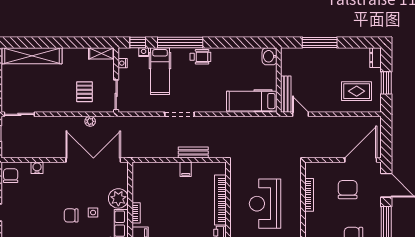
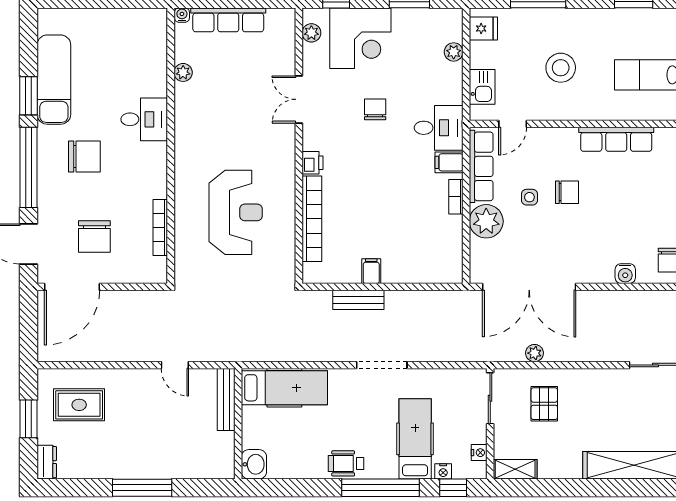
washbasin: (270, 56) -> (254, 464), moved
wall: (279, 80) -> (238, 424), moved
bench: (286, 94) -> (226, 399), moved
hospital bed: (252, 101) -> (284, 388), moved

